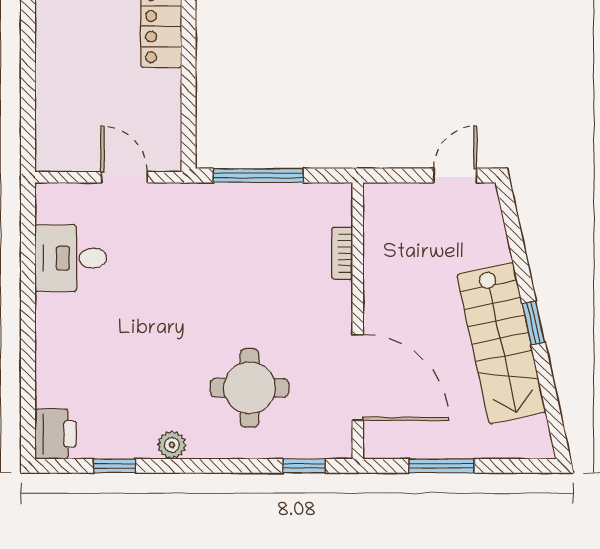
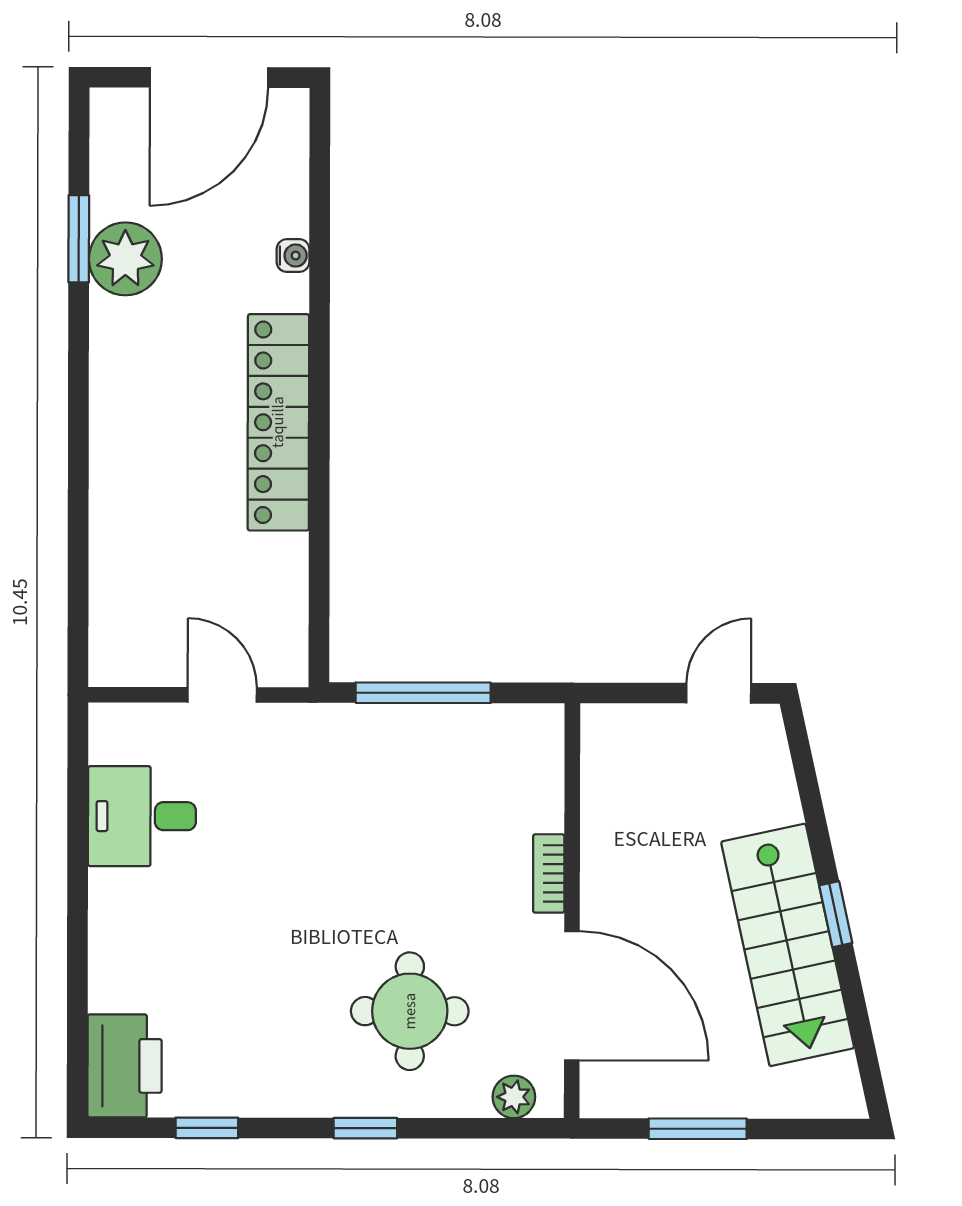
bookcase: (342, 253) -> (549, 873), moved
printer: (56, 434) -> (125, 1066), width x1.37, depth x1.19
plant: (172, 445) -> (514, 1097), moved
window: (304, 466) -> (365, 1128), moved

